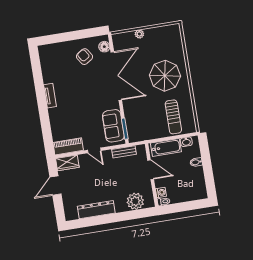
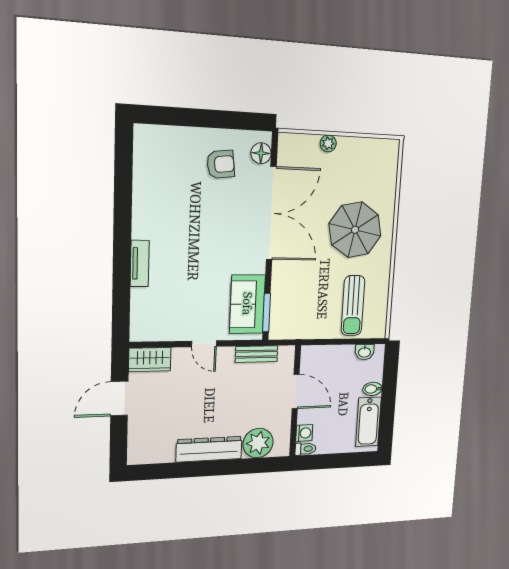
armchair: (84, 57) -> (221, 164), turned 116
tv unit: (50, 96) -> (140, 263), moved
piano: (68, 146) -> (157, 329), removed
bathtub: (166, 147) -> (368, 422), moved, turned 90
dresser: (96, 210) -> (209, 449), moved

